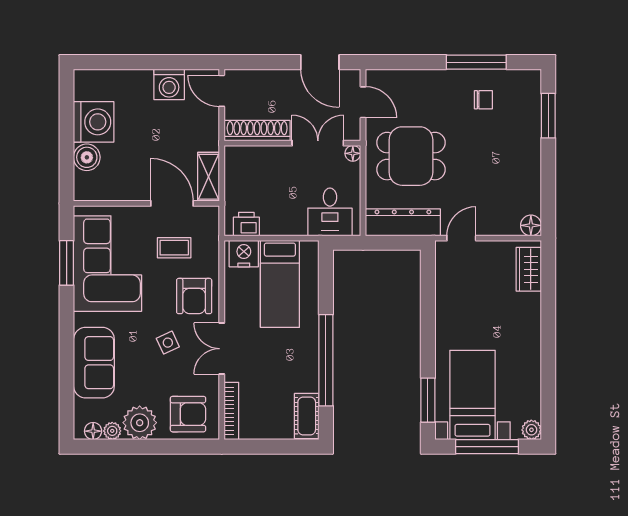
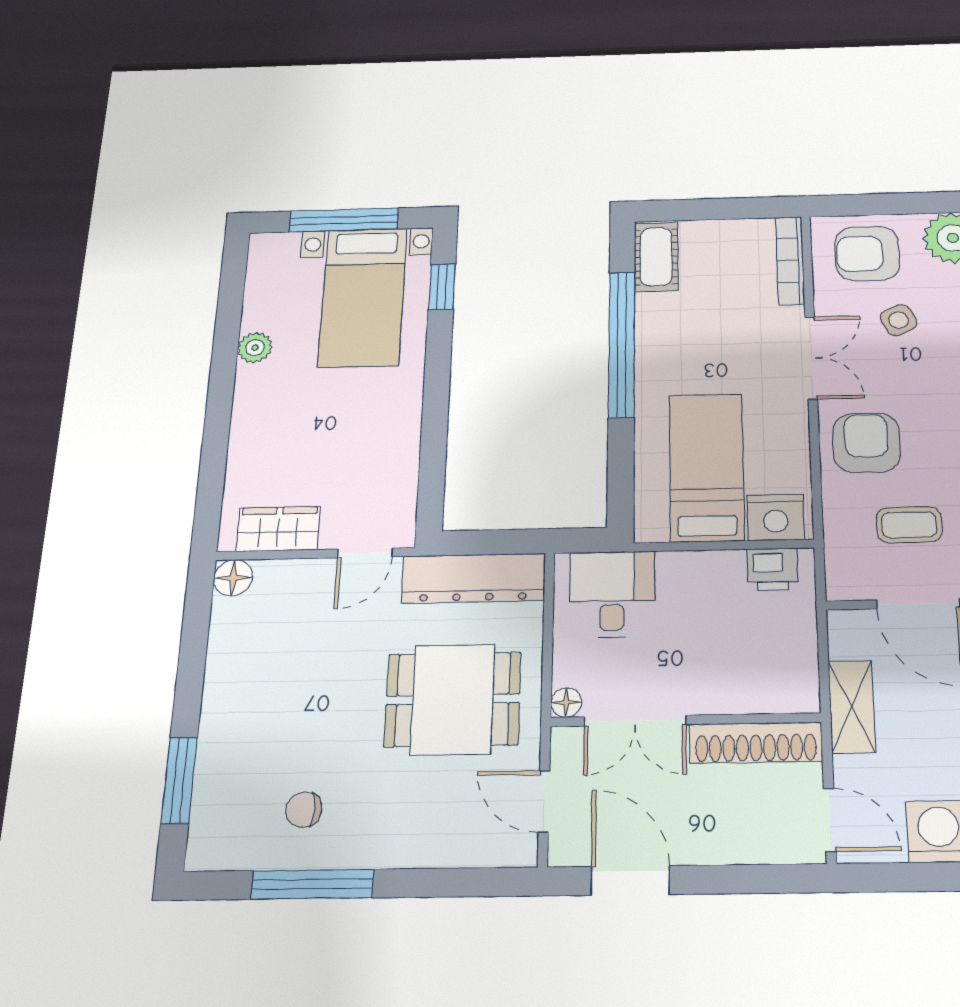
shelving: (208, 177) -> (852, 707), moved
wardrobe: (529, 269) -> (278, 529), moved, turned -90
side table: (168, 343) -> (898, 320), moved
window: (428, 400) -> (442, 287), width x0.67
plant: (531, 430) -> (255, 348), moved

